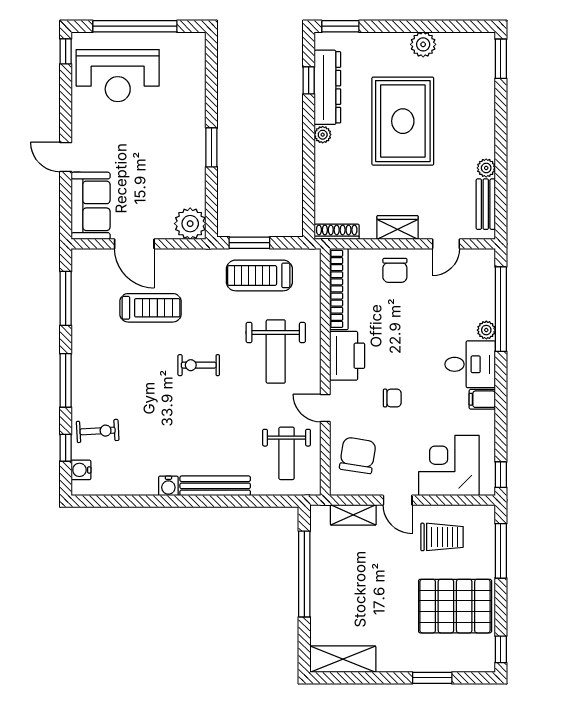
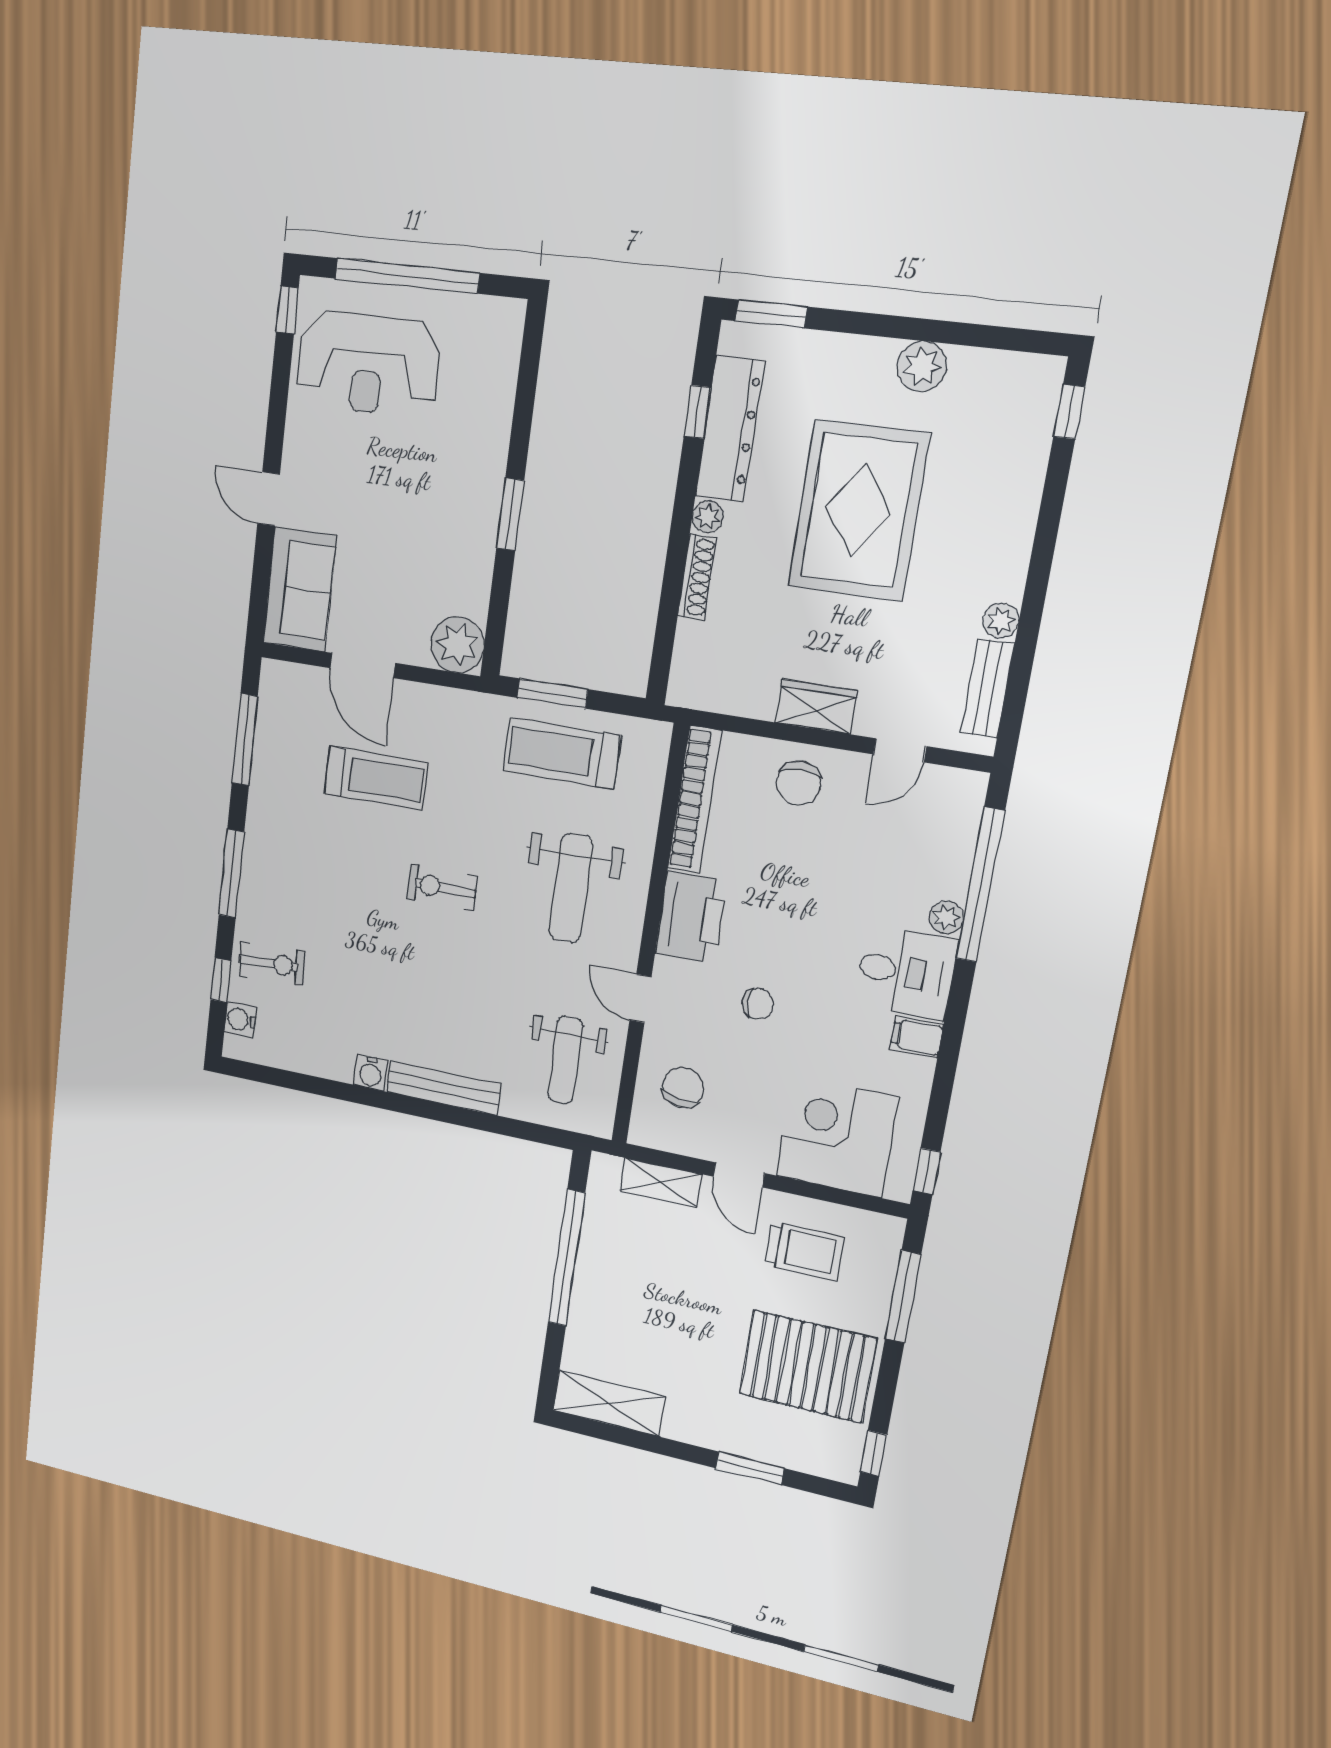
window: (501, 59) -> (1069, 412), width x0.67
shoe rack: (337, 232) -> (697, 577), moved, turned 90
chair: (358, 455) -> (683, 1088), width x0.73, depth x0.73

